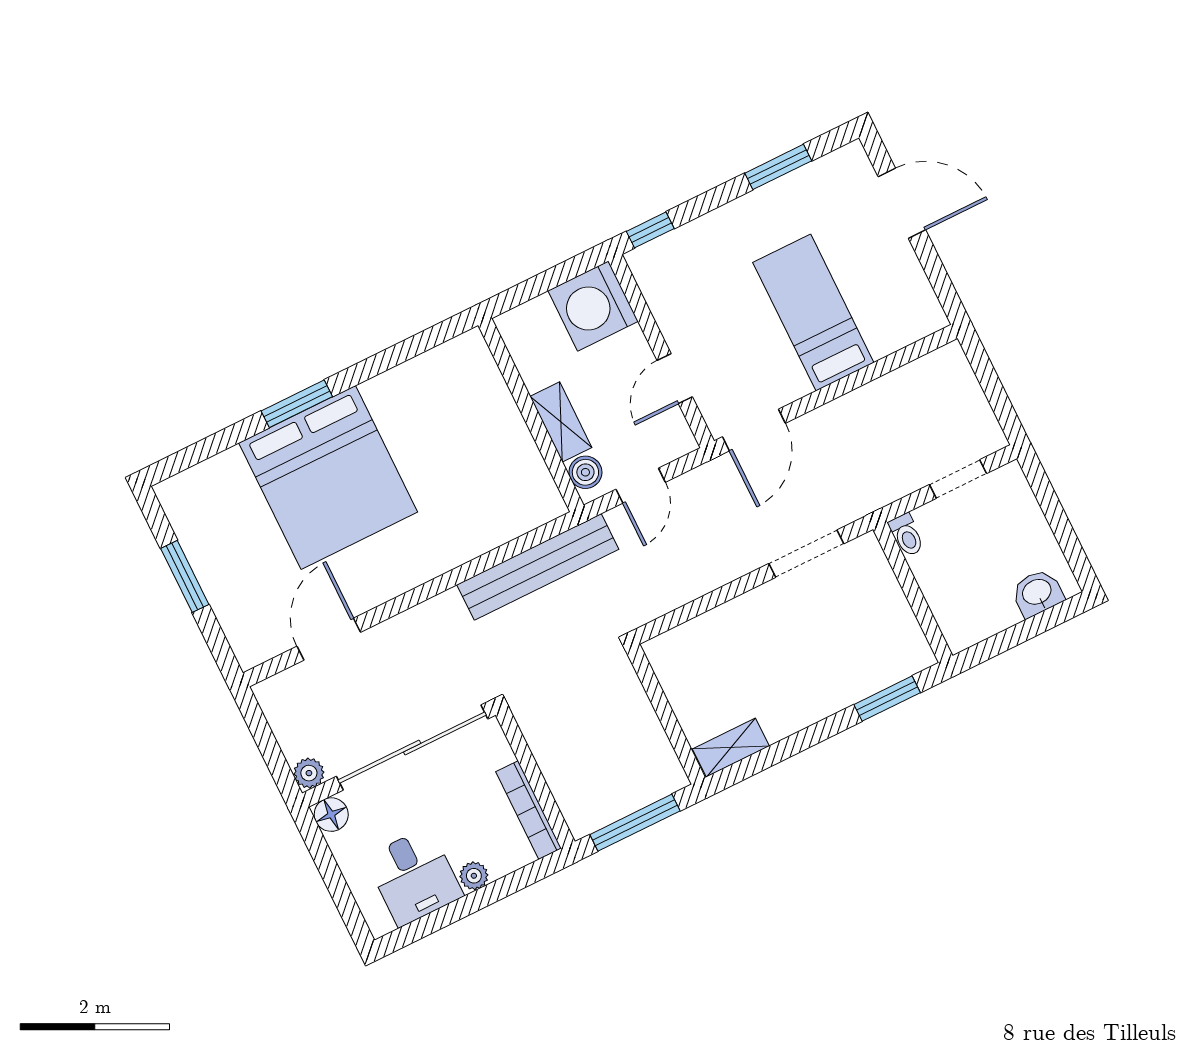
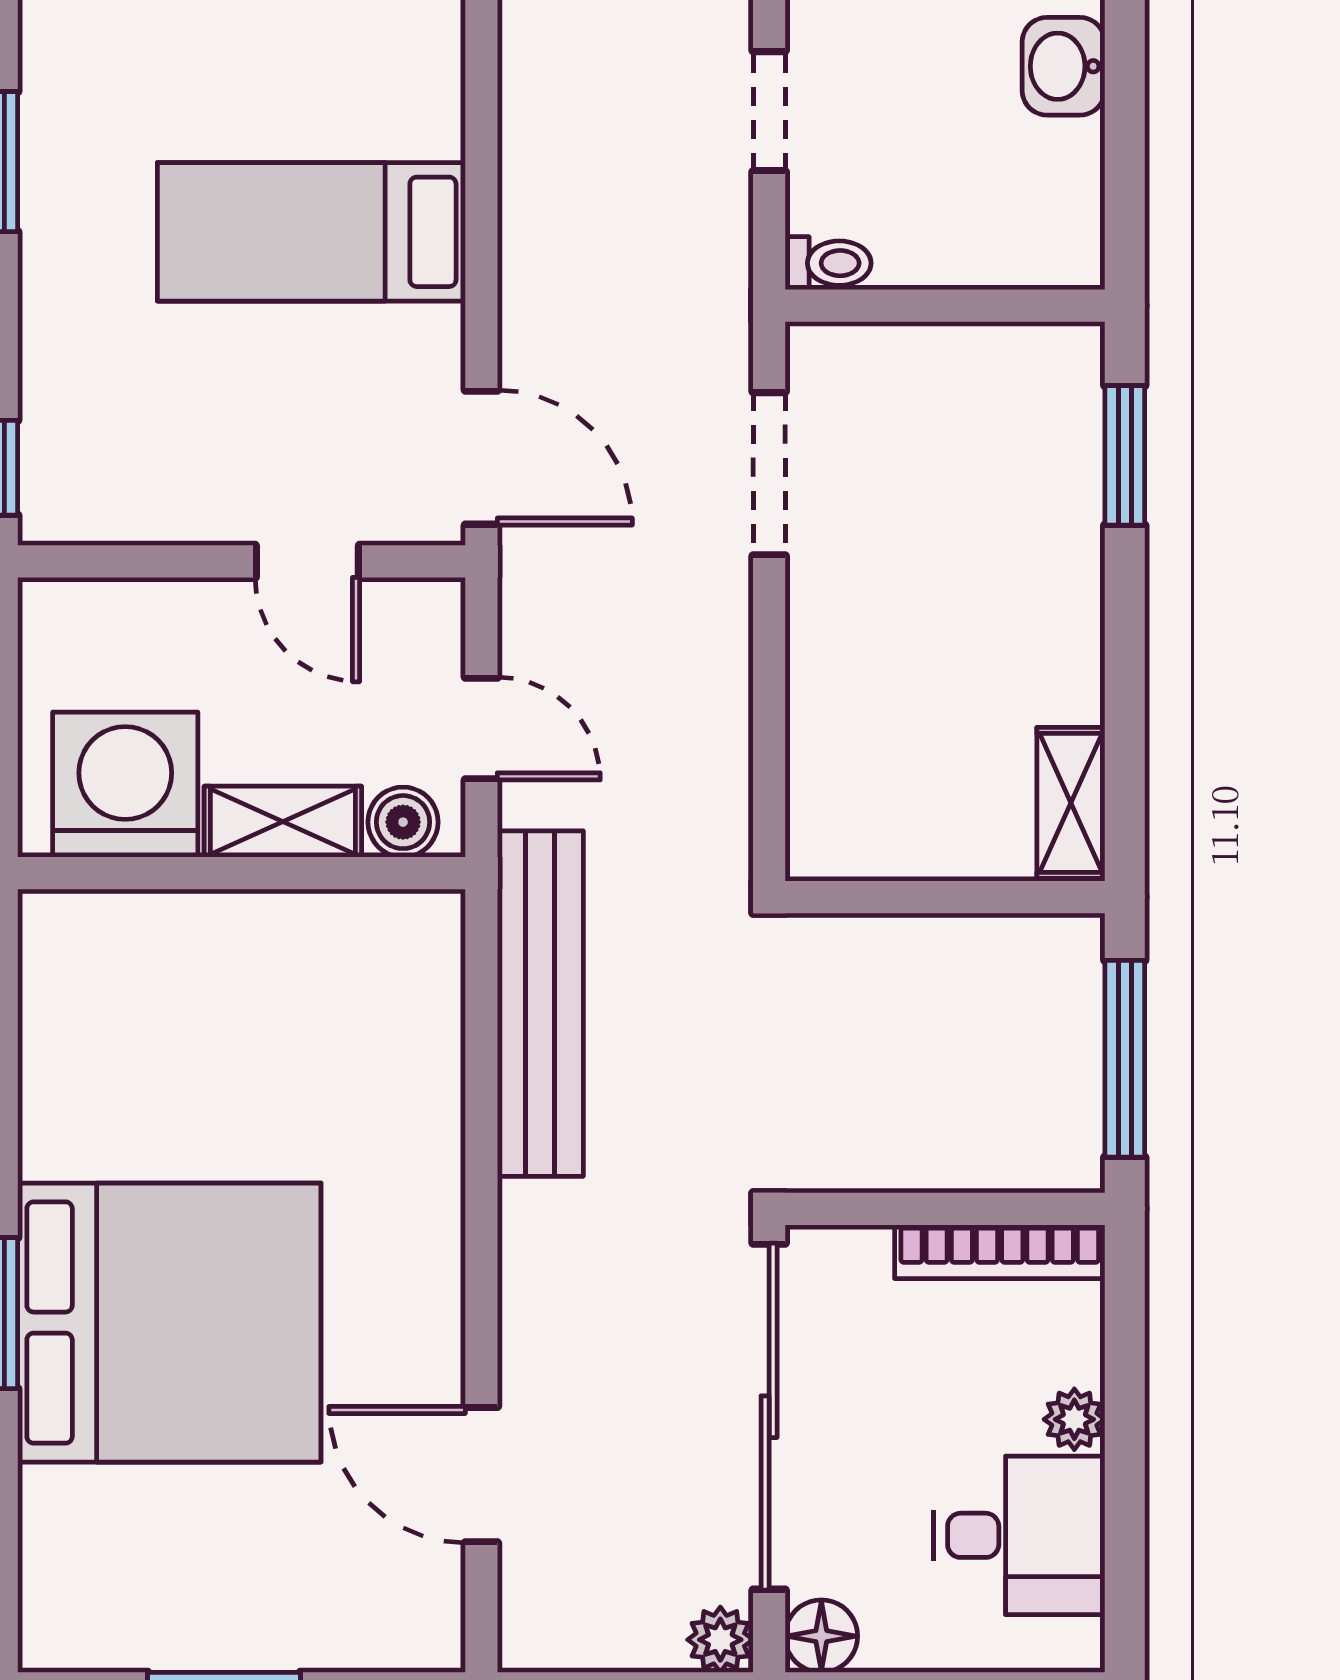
washing machine: (593, 306) -> (125, 785), moved, turned 180

